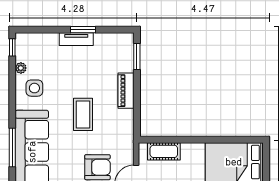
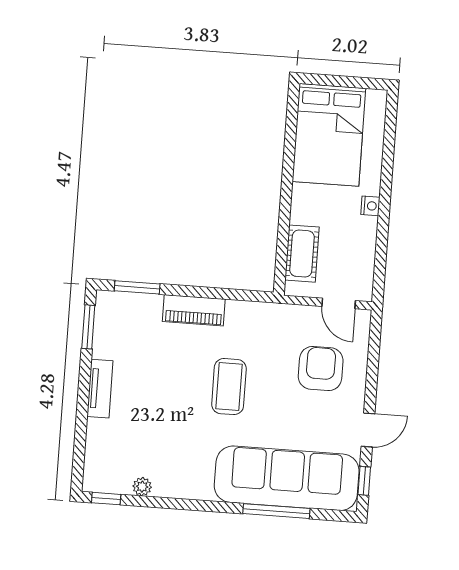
window: (83, 30) -> (88, 327), moved
side table: (34, 88) -> (178, 466), removed
coffee table: (83, 114) -> (229, 387), turned 90

